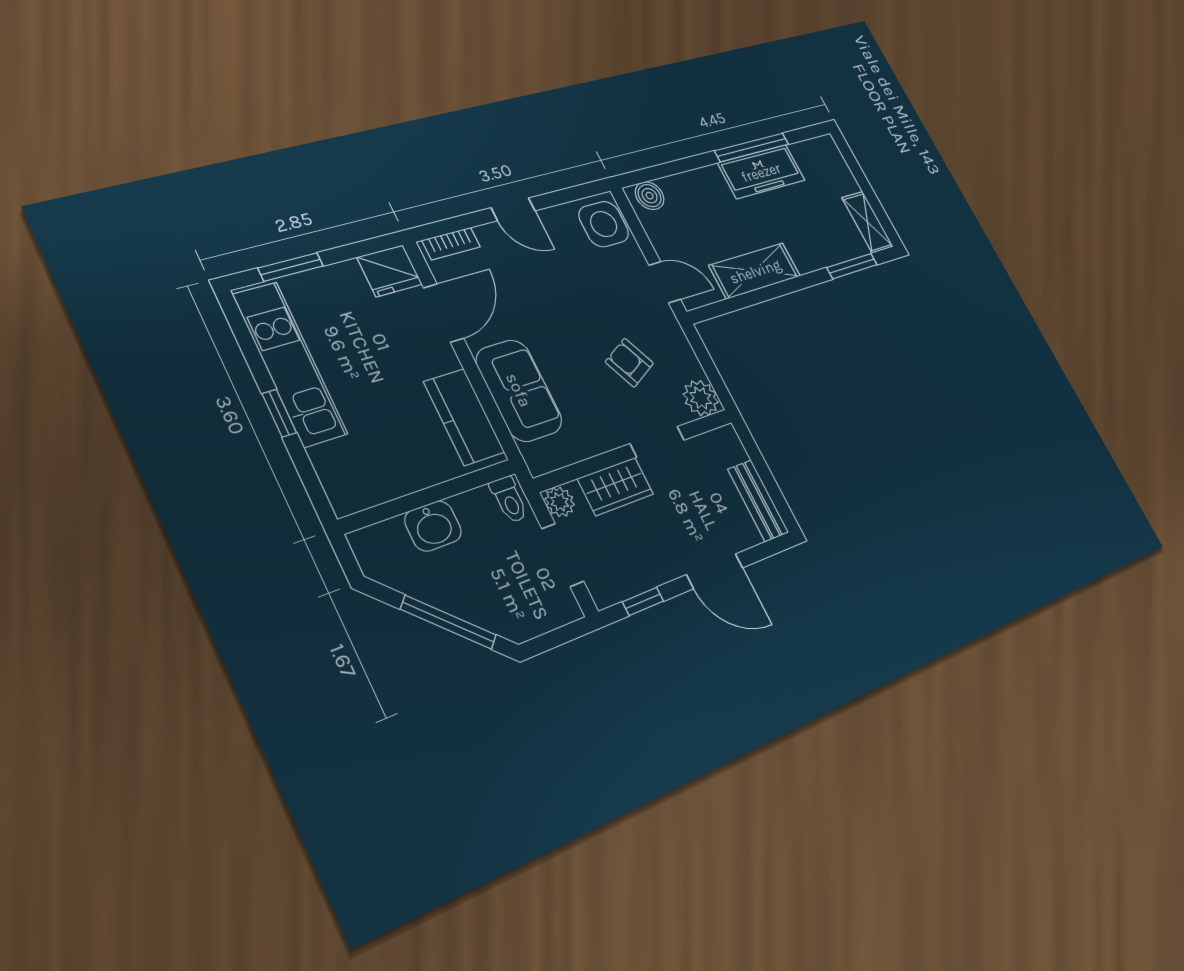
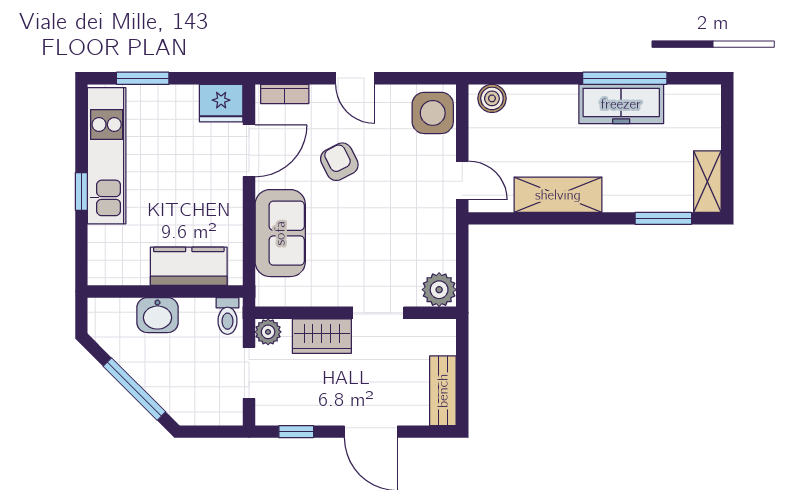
armchair: (629, 363) -> (339, 162), moved
kitchen counter: (464, 417) -> (189, 266), moved, turned 90

